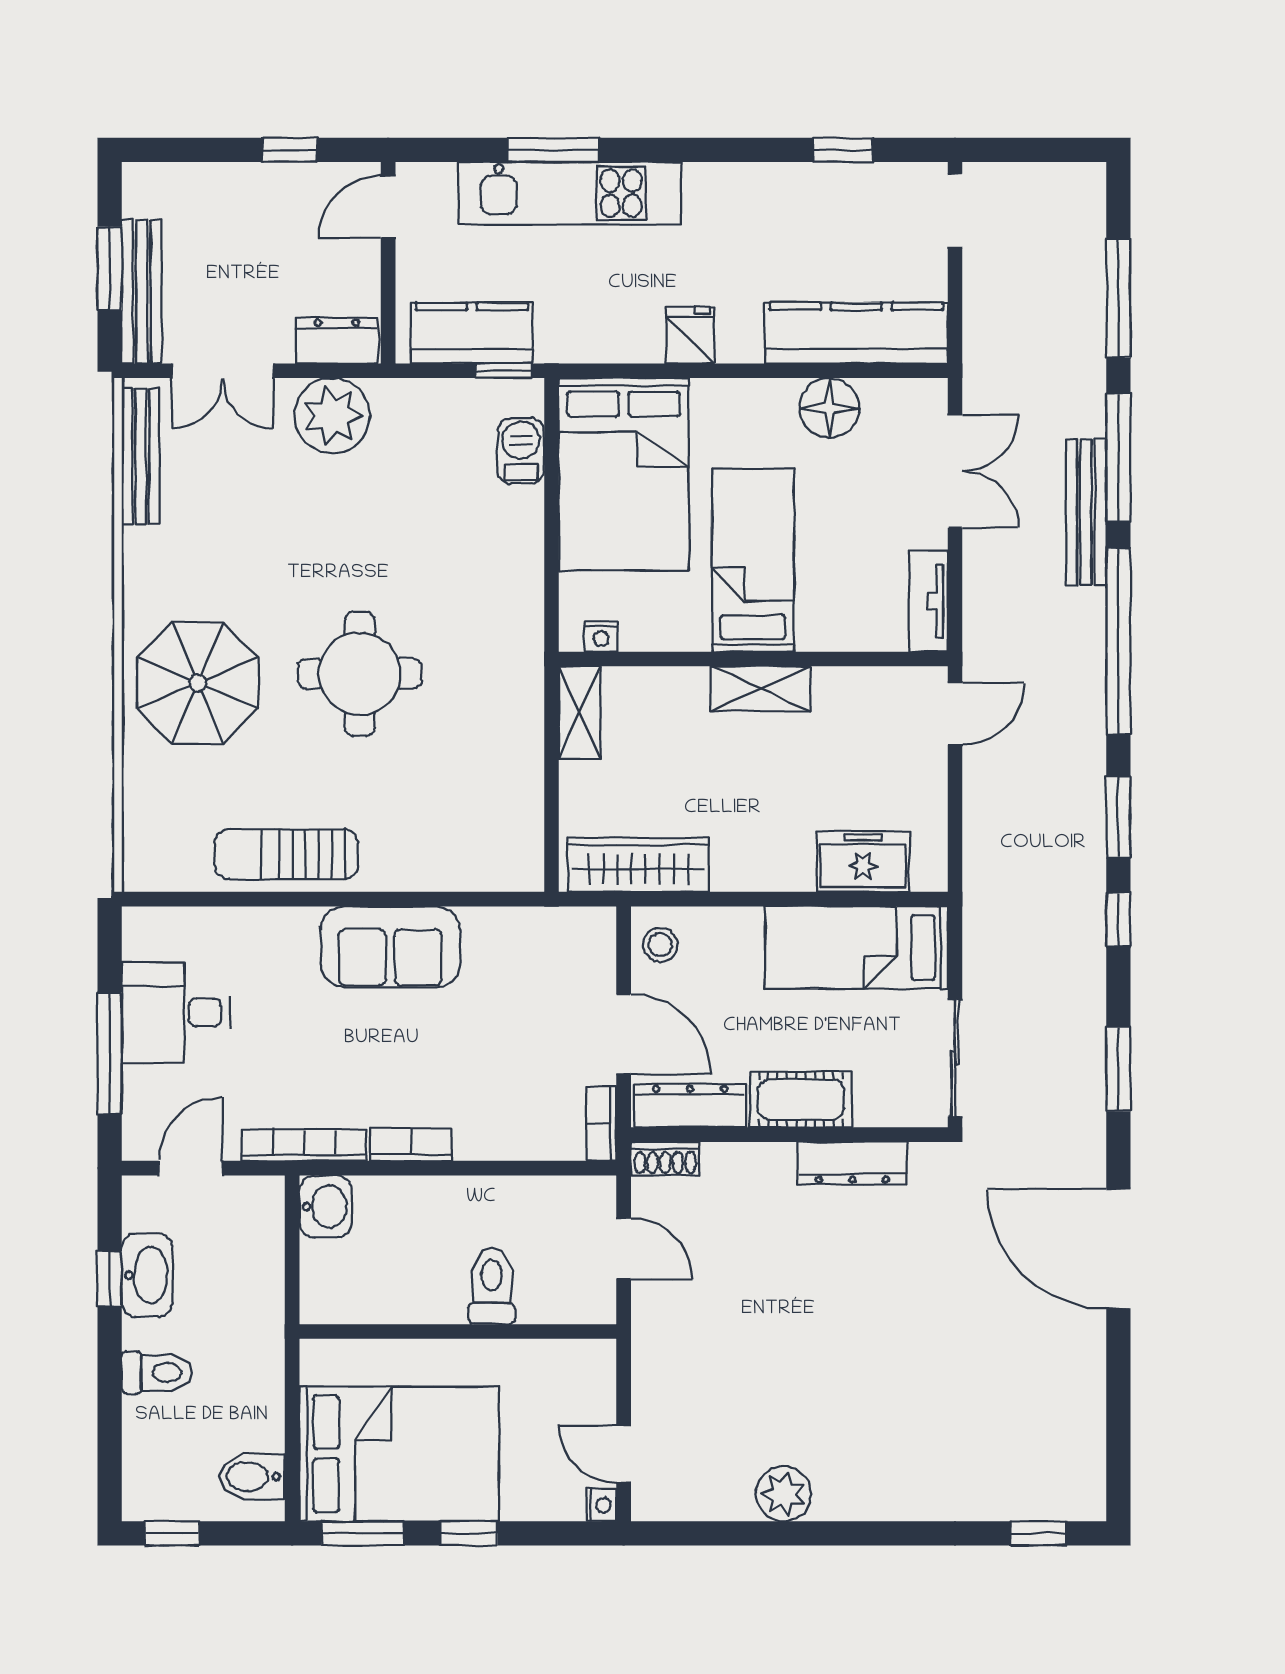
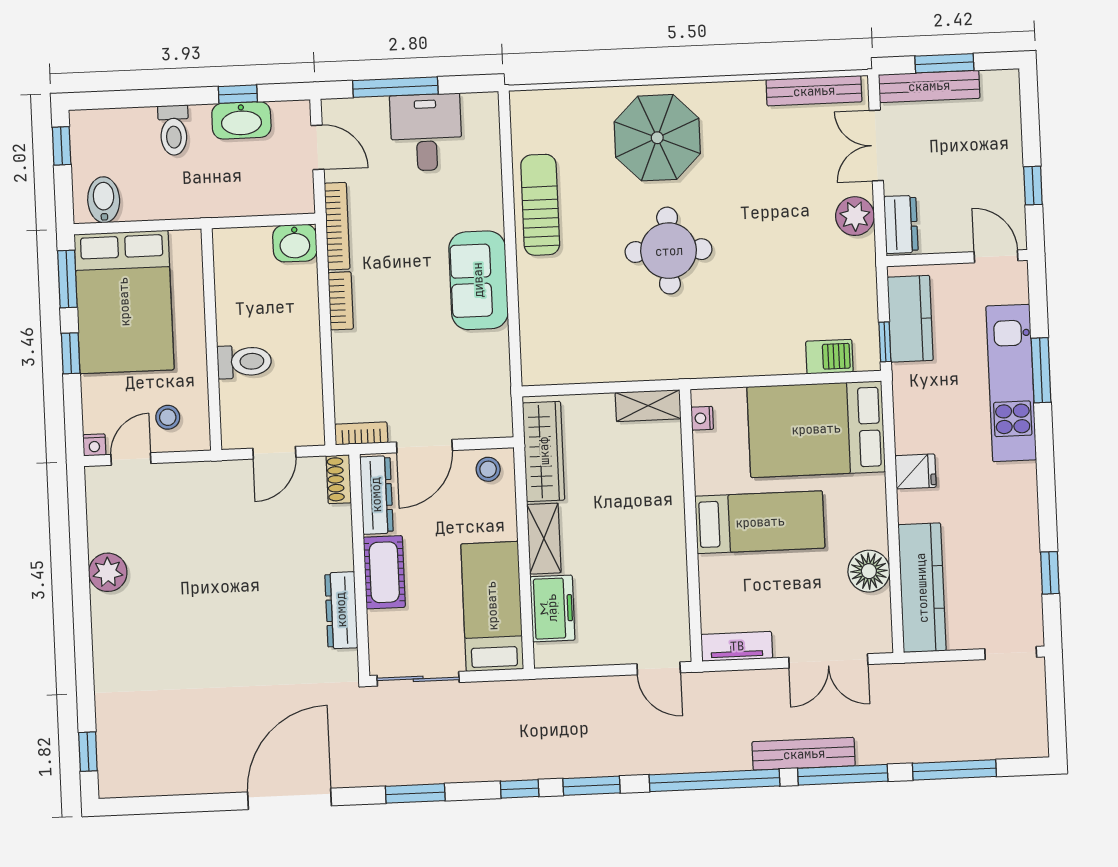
plant: (332, 416) -> (855, 216), width x0.73, depth x0.73
shelving: (760, 689) -> (544, 539), moved
stool: (566, 1399) -> (168, 417), added

